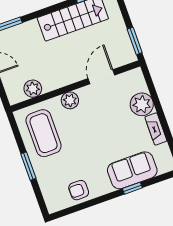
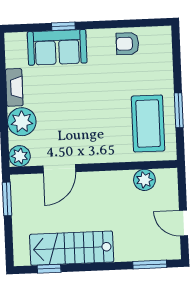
plant: (70, 100) -> (20, 156), moved
window: (28, 166) -> (179, 110), moved
armchair: (79, 190) -> (127, 44), turned 180

